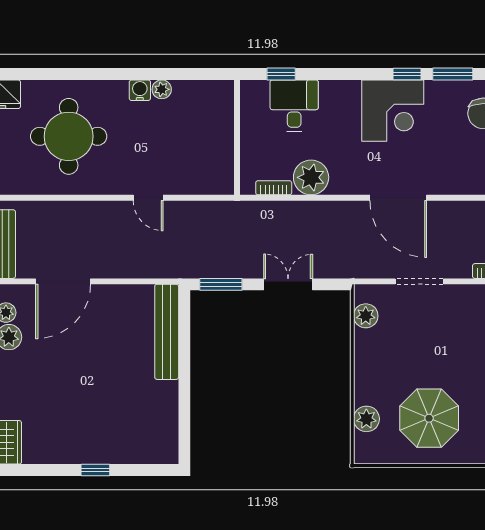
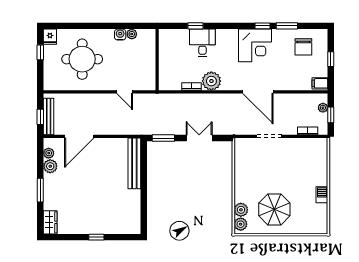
wall: (237, 137) -> (157, 60), moved
plant: (366, 316) -> (241, 224), moved

